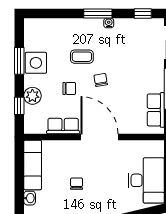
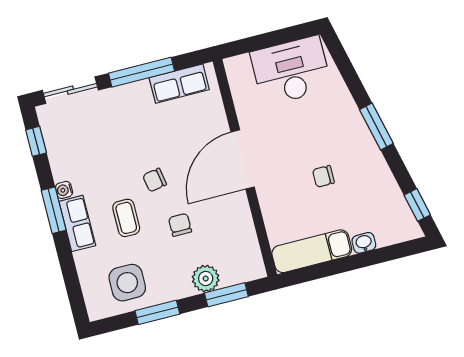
side table: (36, 63) -> (127, 283), moved
window: (19, 106) -> (226, 295), width x1.50
row of seats: (63, 126) -> (77, 223), moved, turned 180

